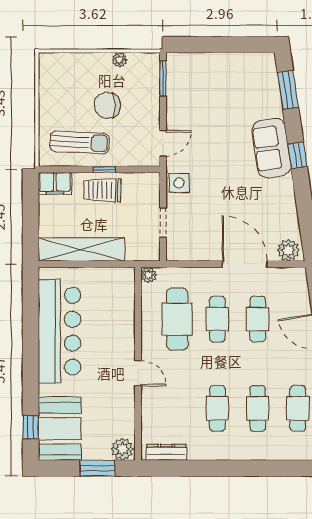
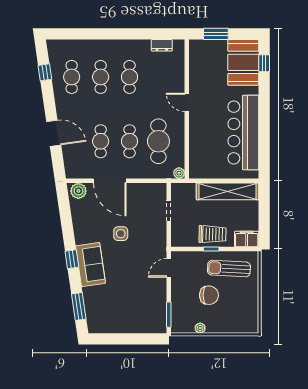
side table: (179, 183) -> (121, 234), moved
plant: (122, 449) -> (198, 48), removed
dresser: (166, 452) -> (162, 45), width x0.70

